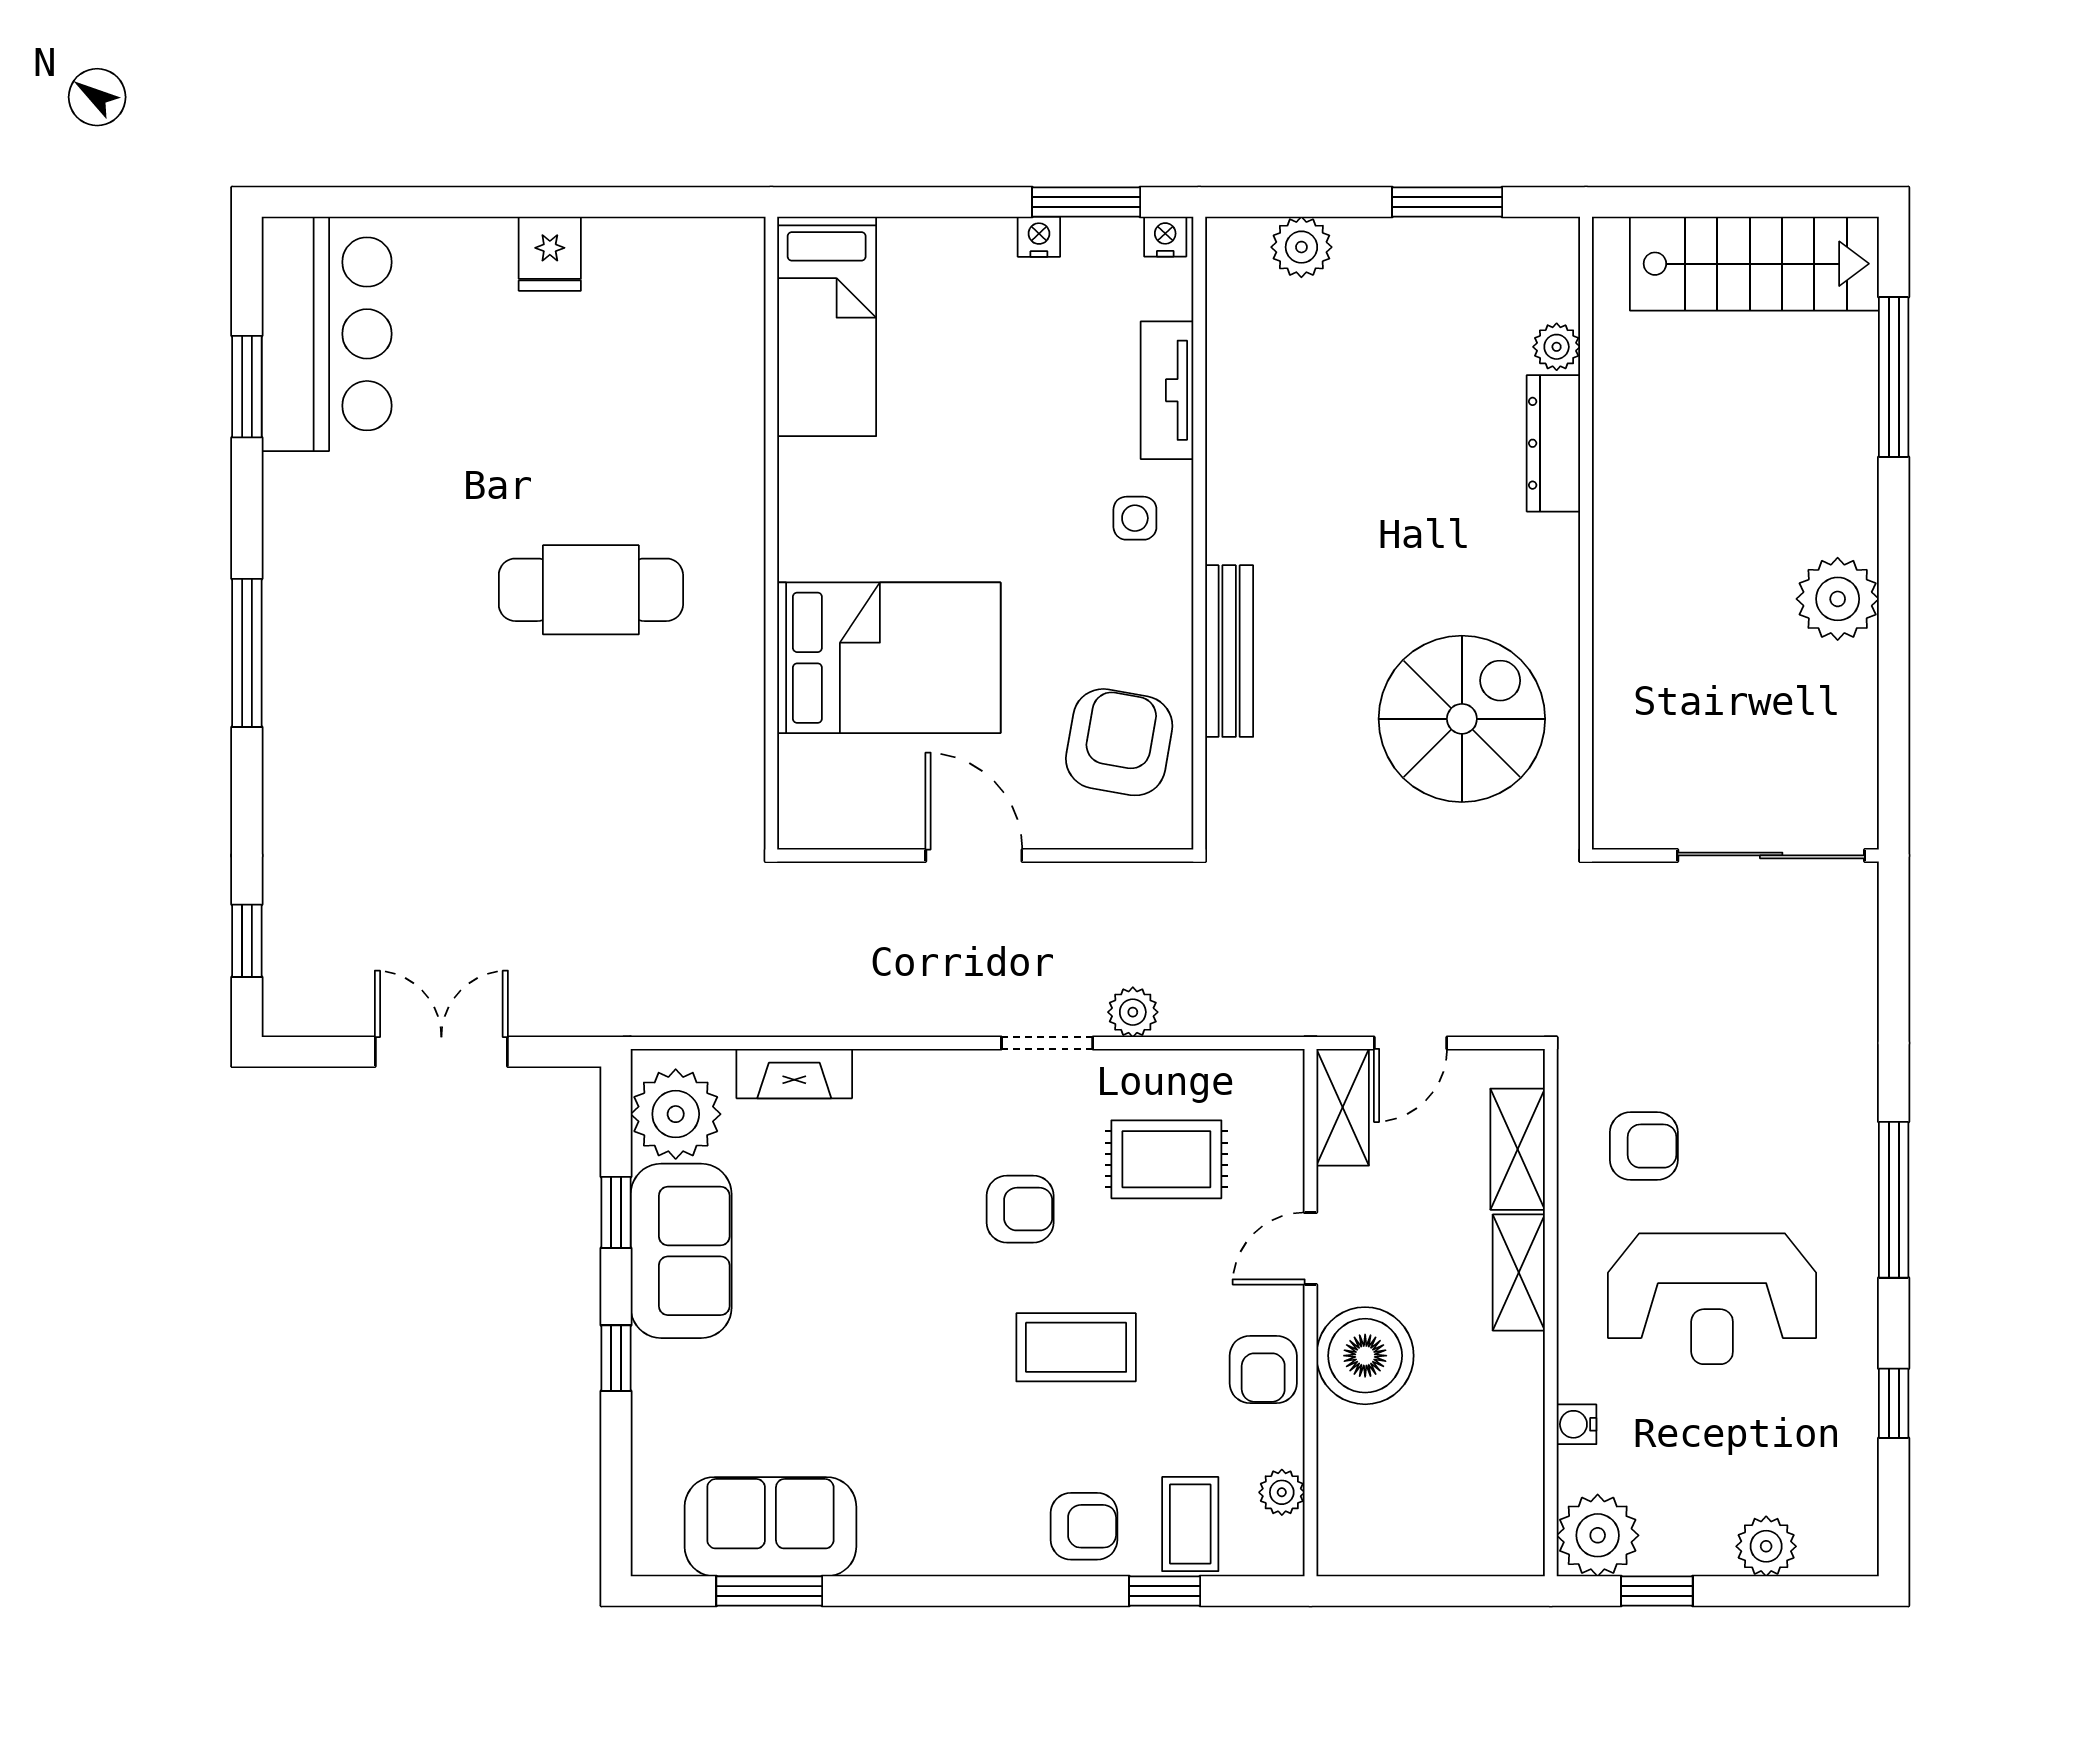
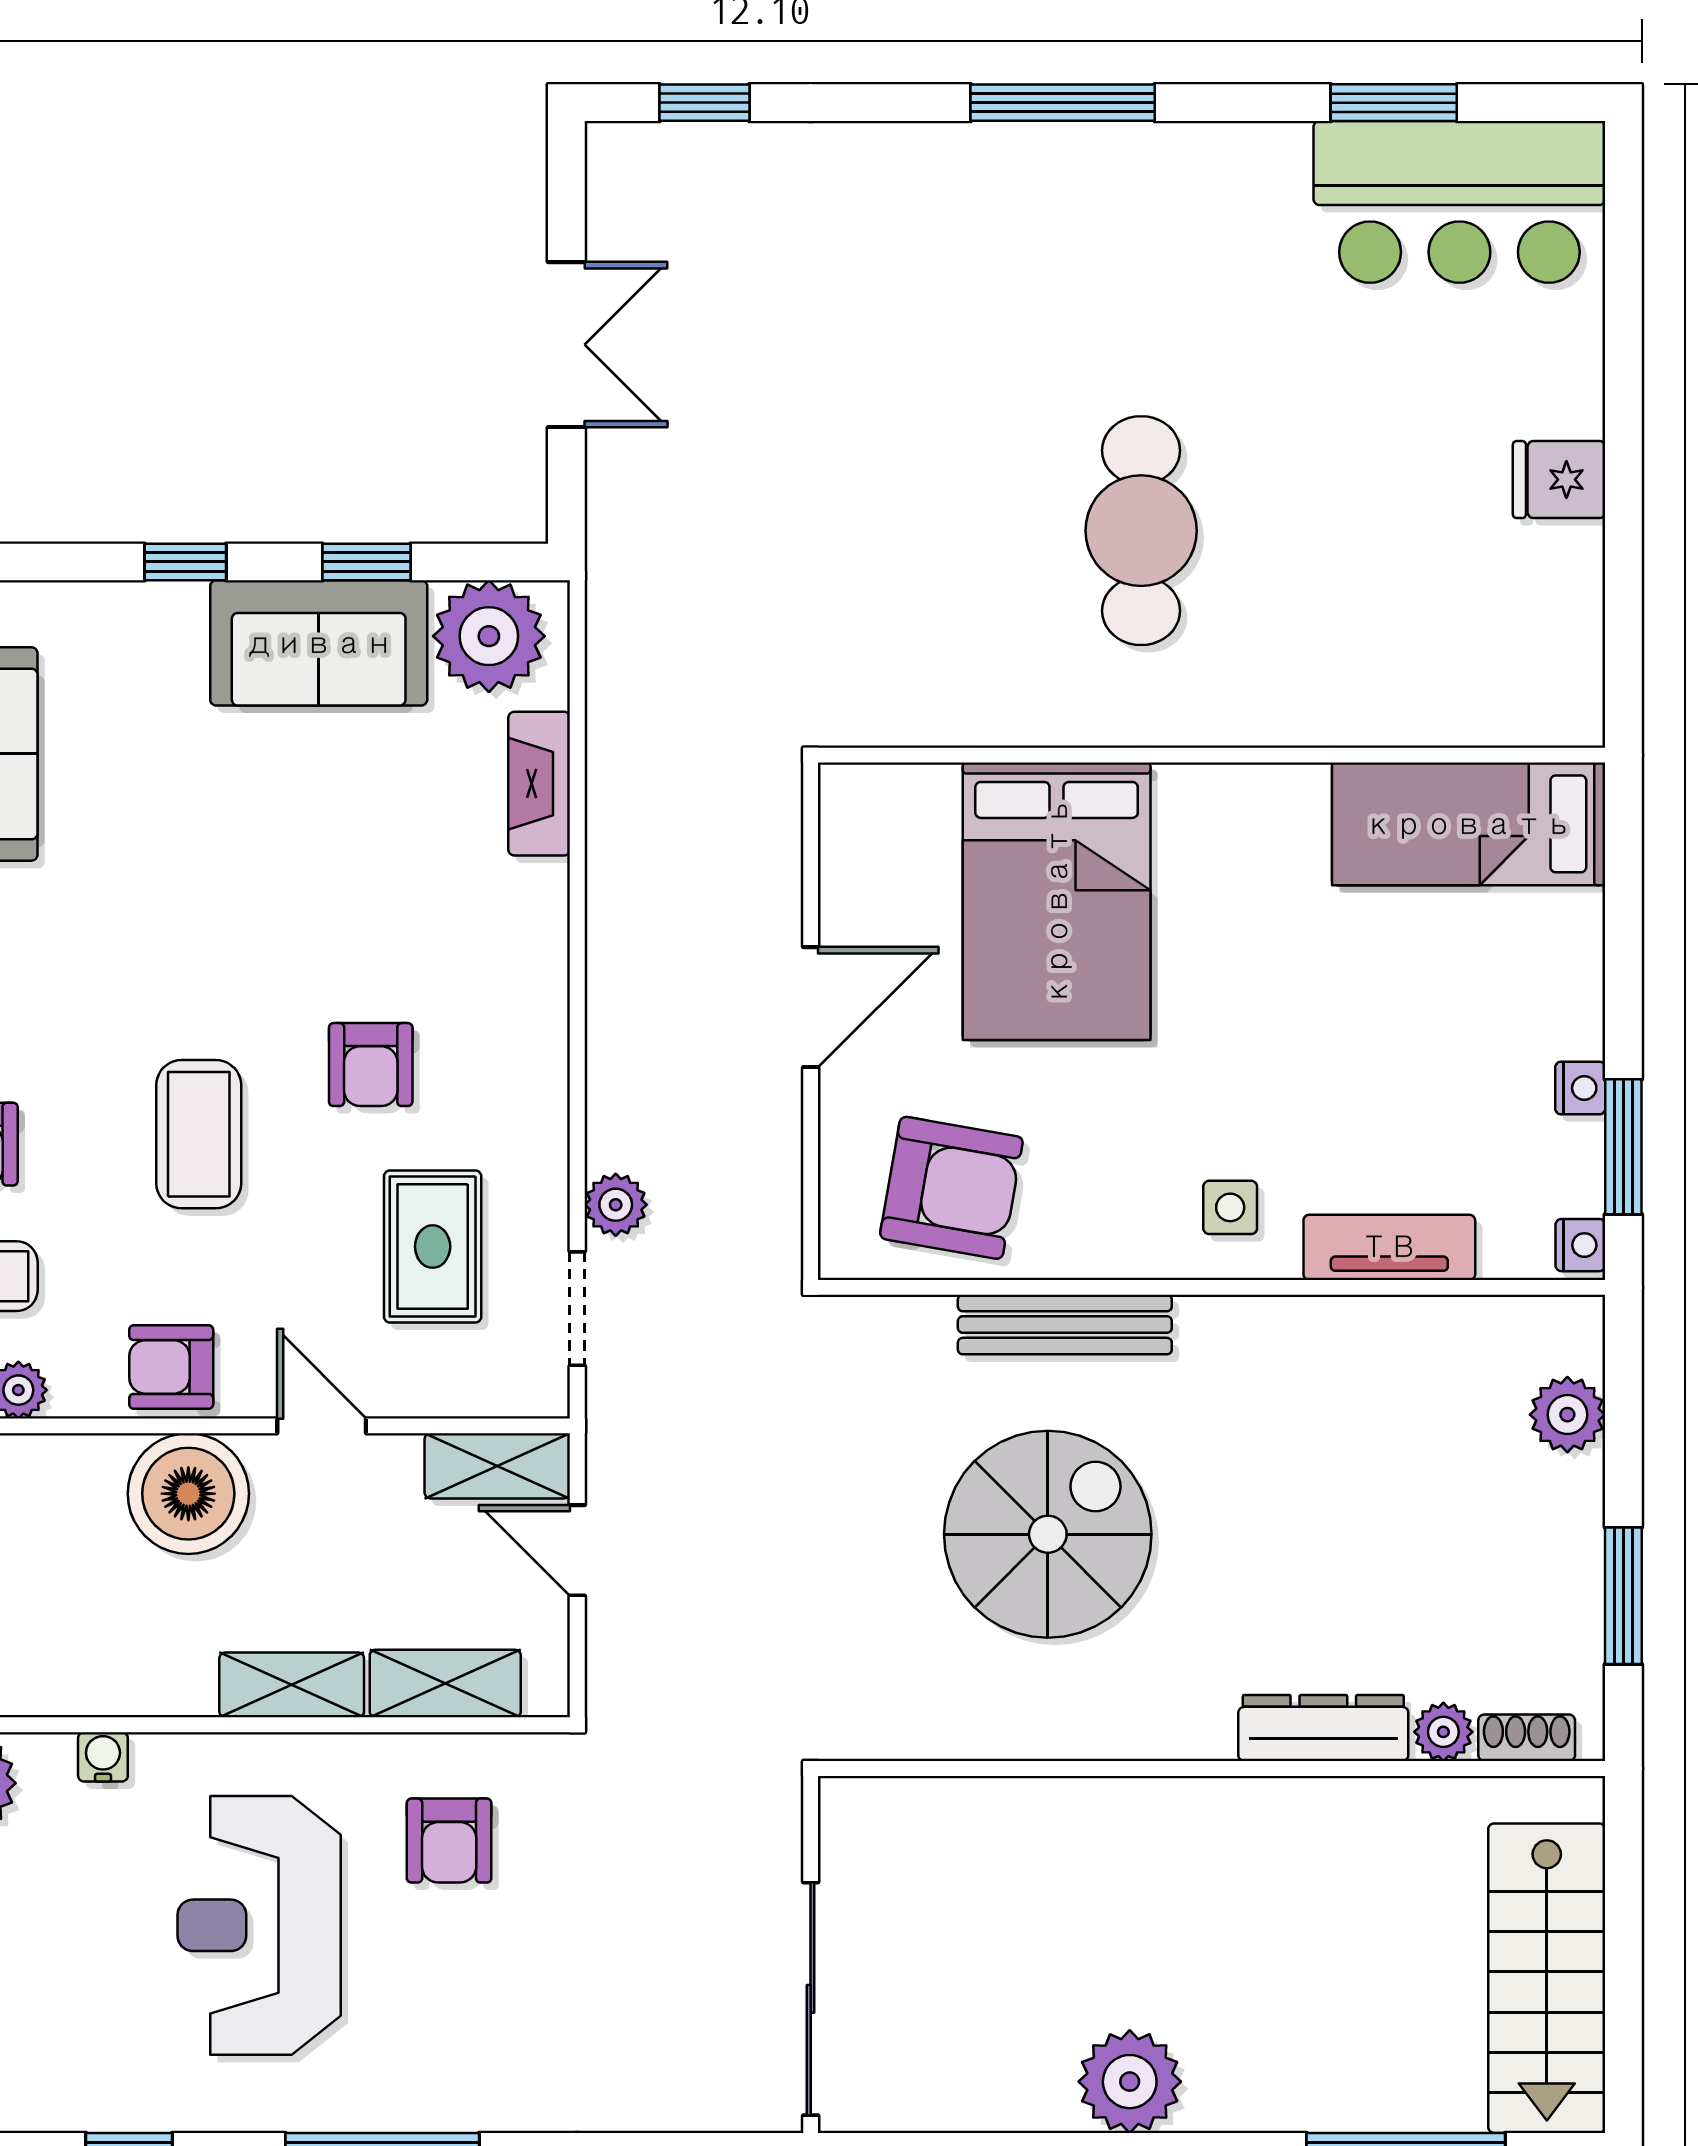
shoe rack: (1561, 280) -> (1527, 1738), added
spiral stairs: (1462, 719) -> (1048, 1534), moved, turned -90
doorway: (1047, 1043) -> (577, 1309), moved

